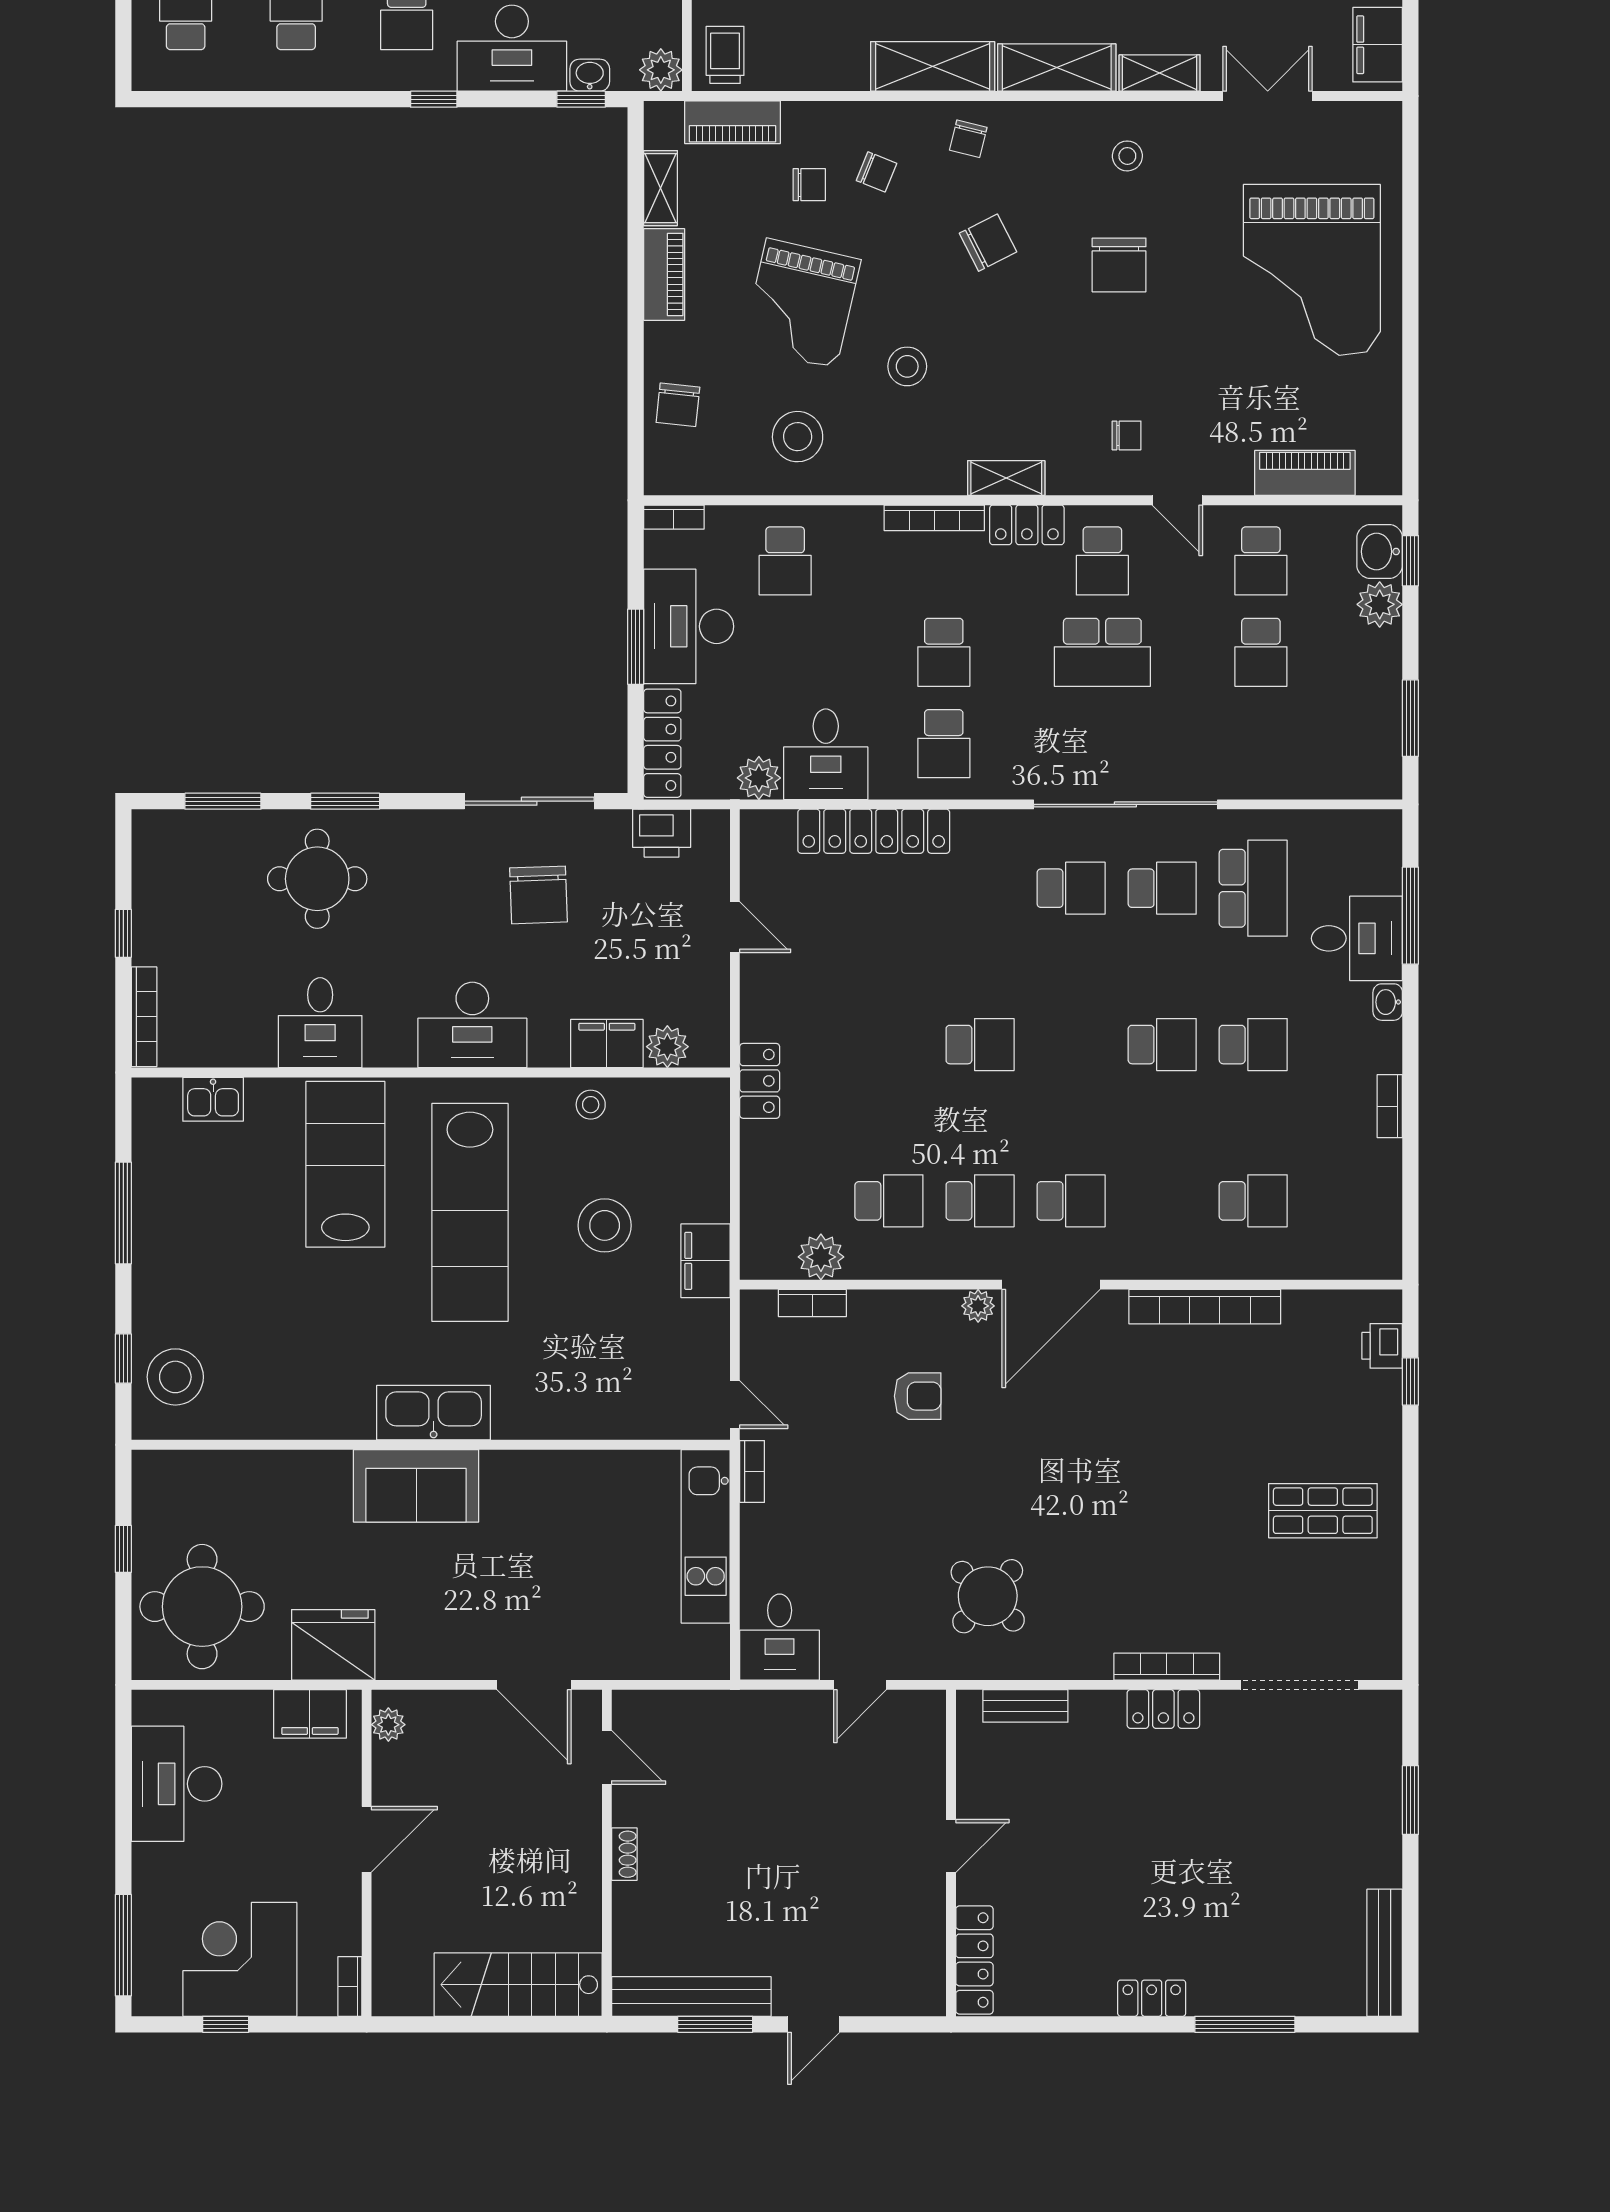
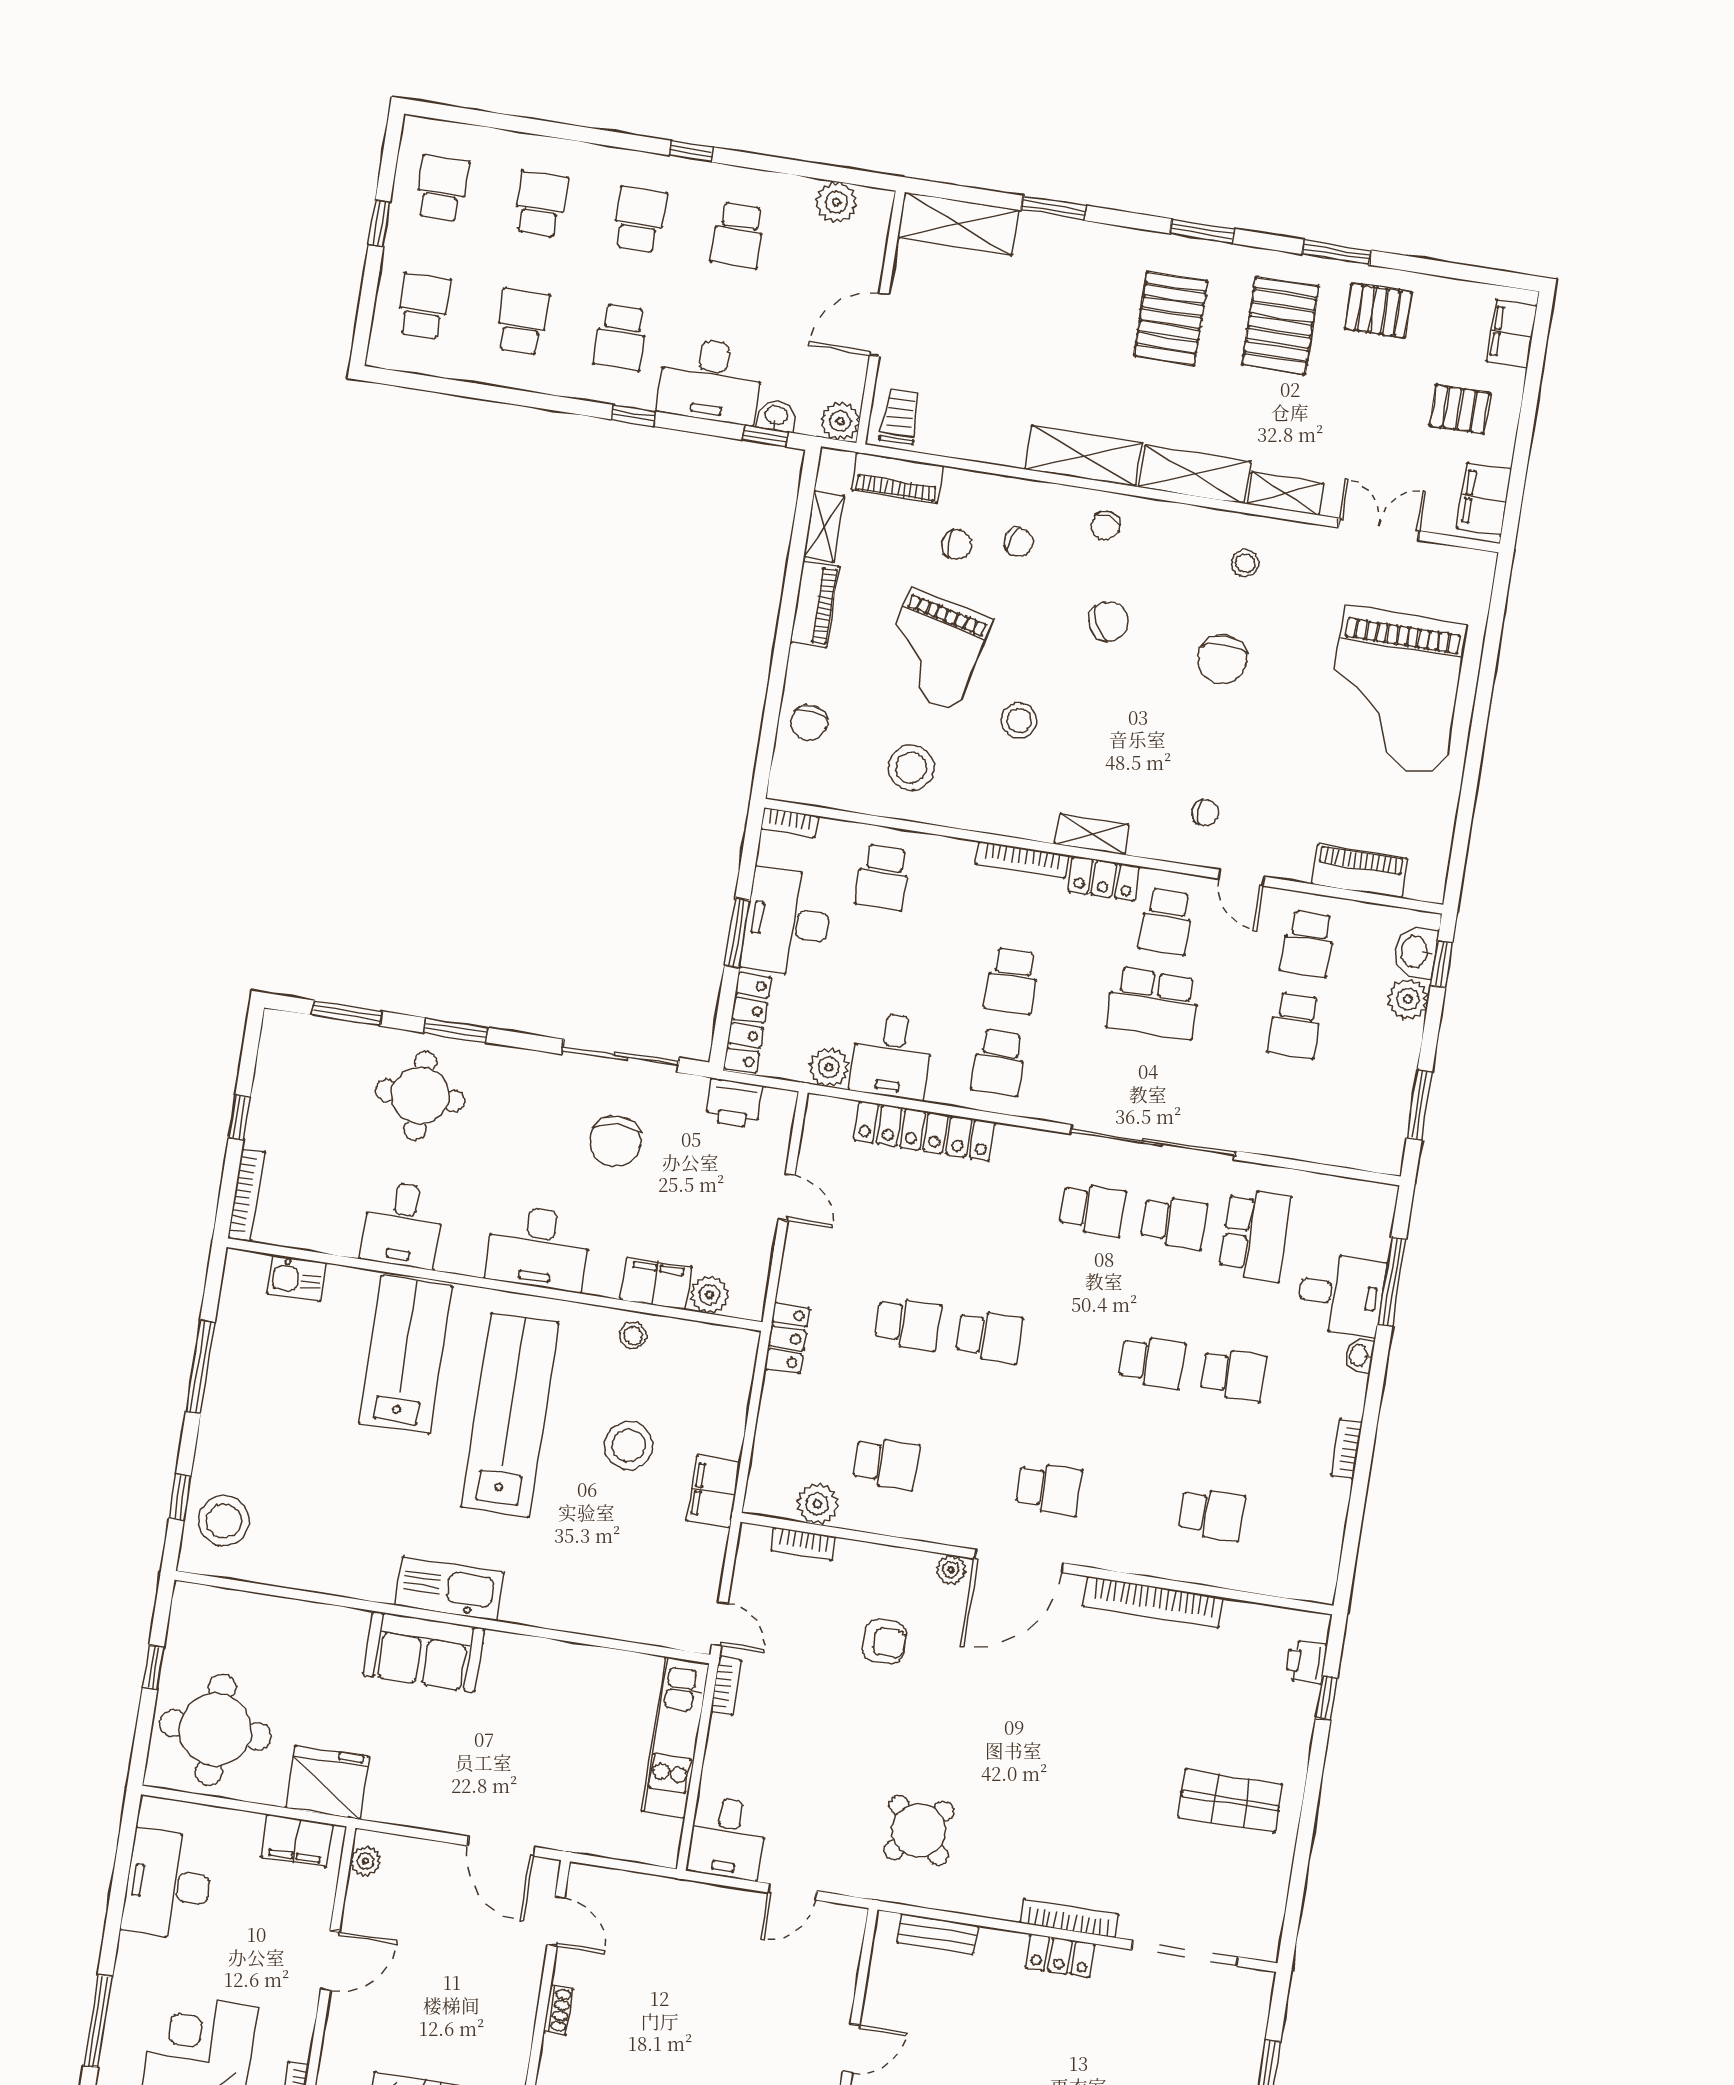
school desk: (980, 1201) -> (908, 1324), moved
lab bench: (470, 1212) -> (510, 1415), turned 180

